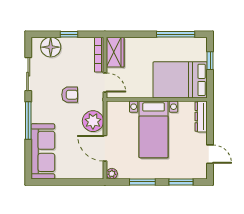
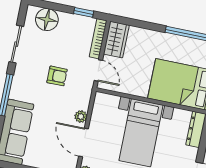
window: (69, 34) -> (84, 12), moved
plant: (93, 121) -> (81, 117), width x0.53, depth x0.53

